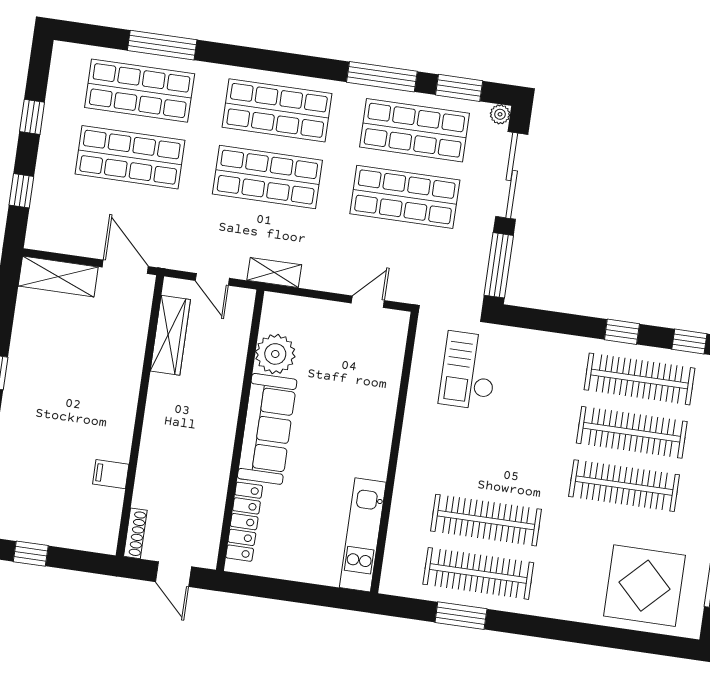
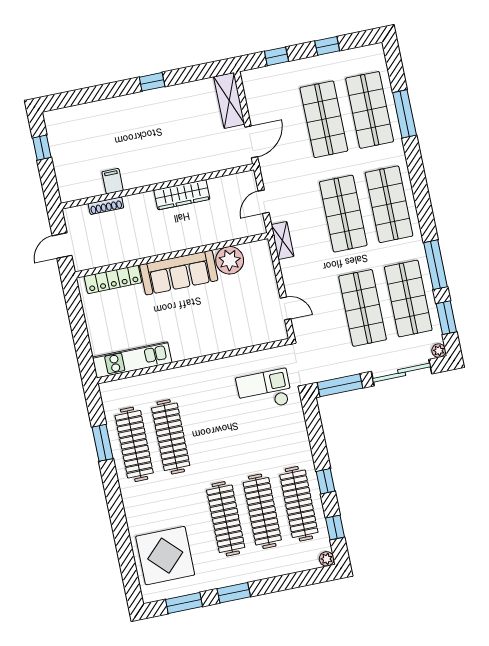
wardrobe: (170, 335) -> (182, 195), moved
shoe rack: (135, 533) -> (106, 206), moved

